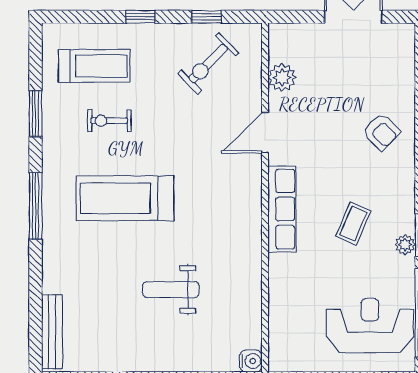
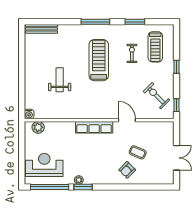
window: (207, 17) -> (176, 105), moved
plant: (282, 77) -> (38, 127), moved
coffee table: (353, 224) -> (138, 152), moved
reception desk: (370, 325) -> (44, 165), turned -90

